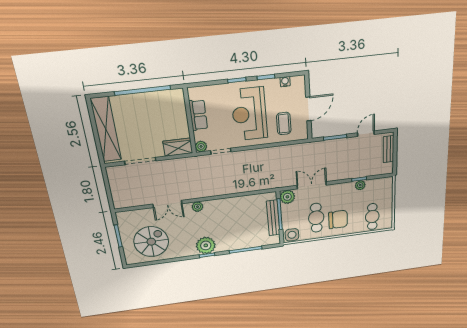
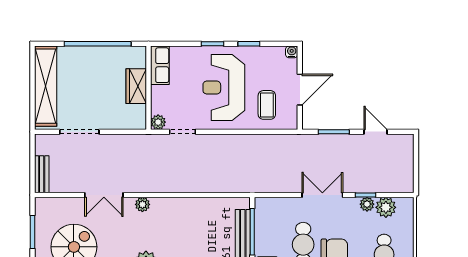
water cooler: (285, 82) -> (292, 52), moved
row of seats: (198, 115) -> (160, 65), moved
door: (366, 134) -> (375, 132), hinge flipped
wardrobe: (178, 147) -> (136, 86), moved, turned -90
bench: (388, 149) -> (42, 174), moved
double door: (312, 185) -> (322, 195), moved
plant: (287, 197) -> (386, 207), moved

